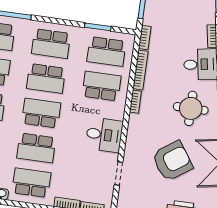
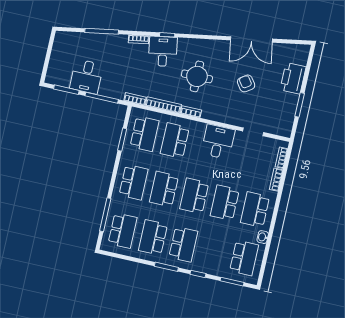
school desk: (46, 78) -> (164, 189), turned 180
round table: (191, 108) -> (197, 76), moved
school desk: (36, 148) -> (225, 203), turned 180
armchair: (172, 161) -> (246, 83), width x0.53, depth x0.53

